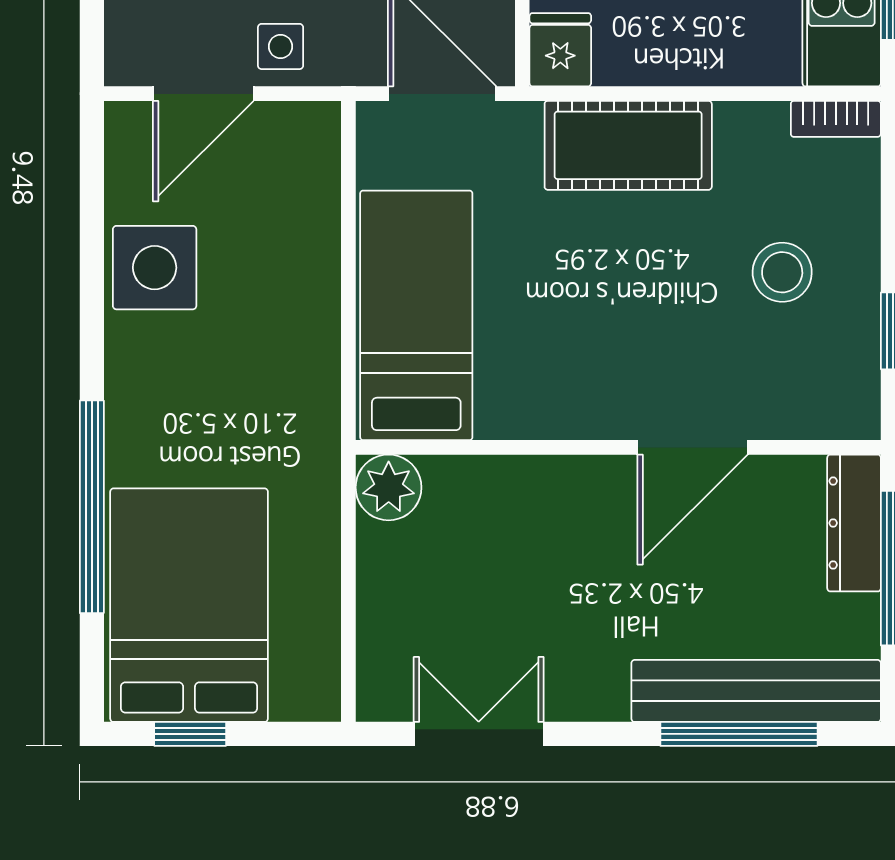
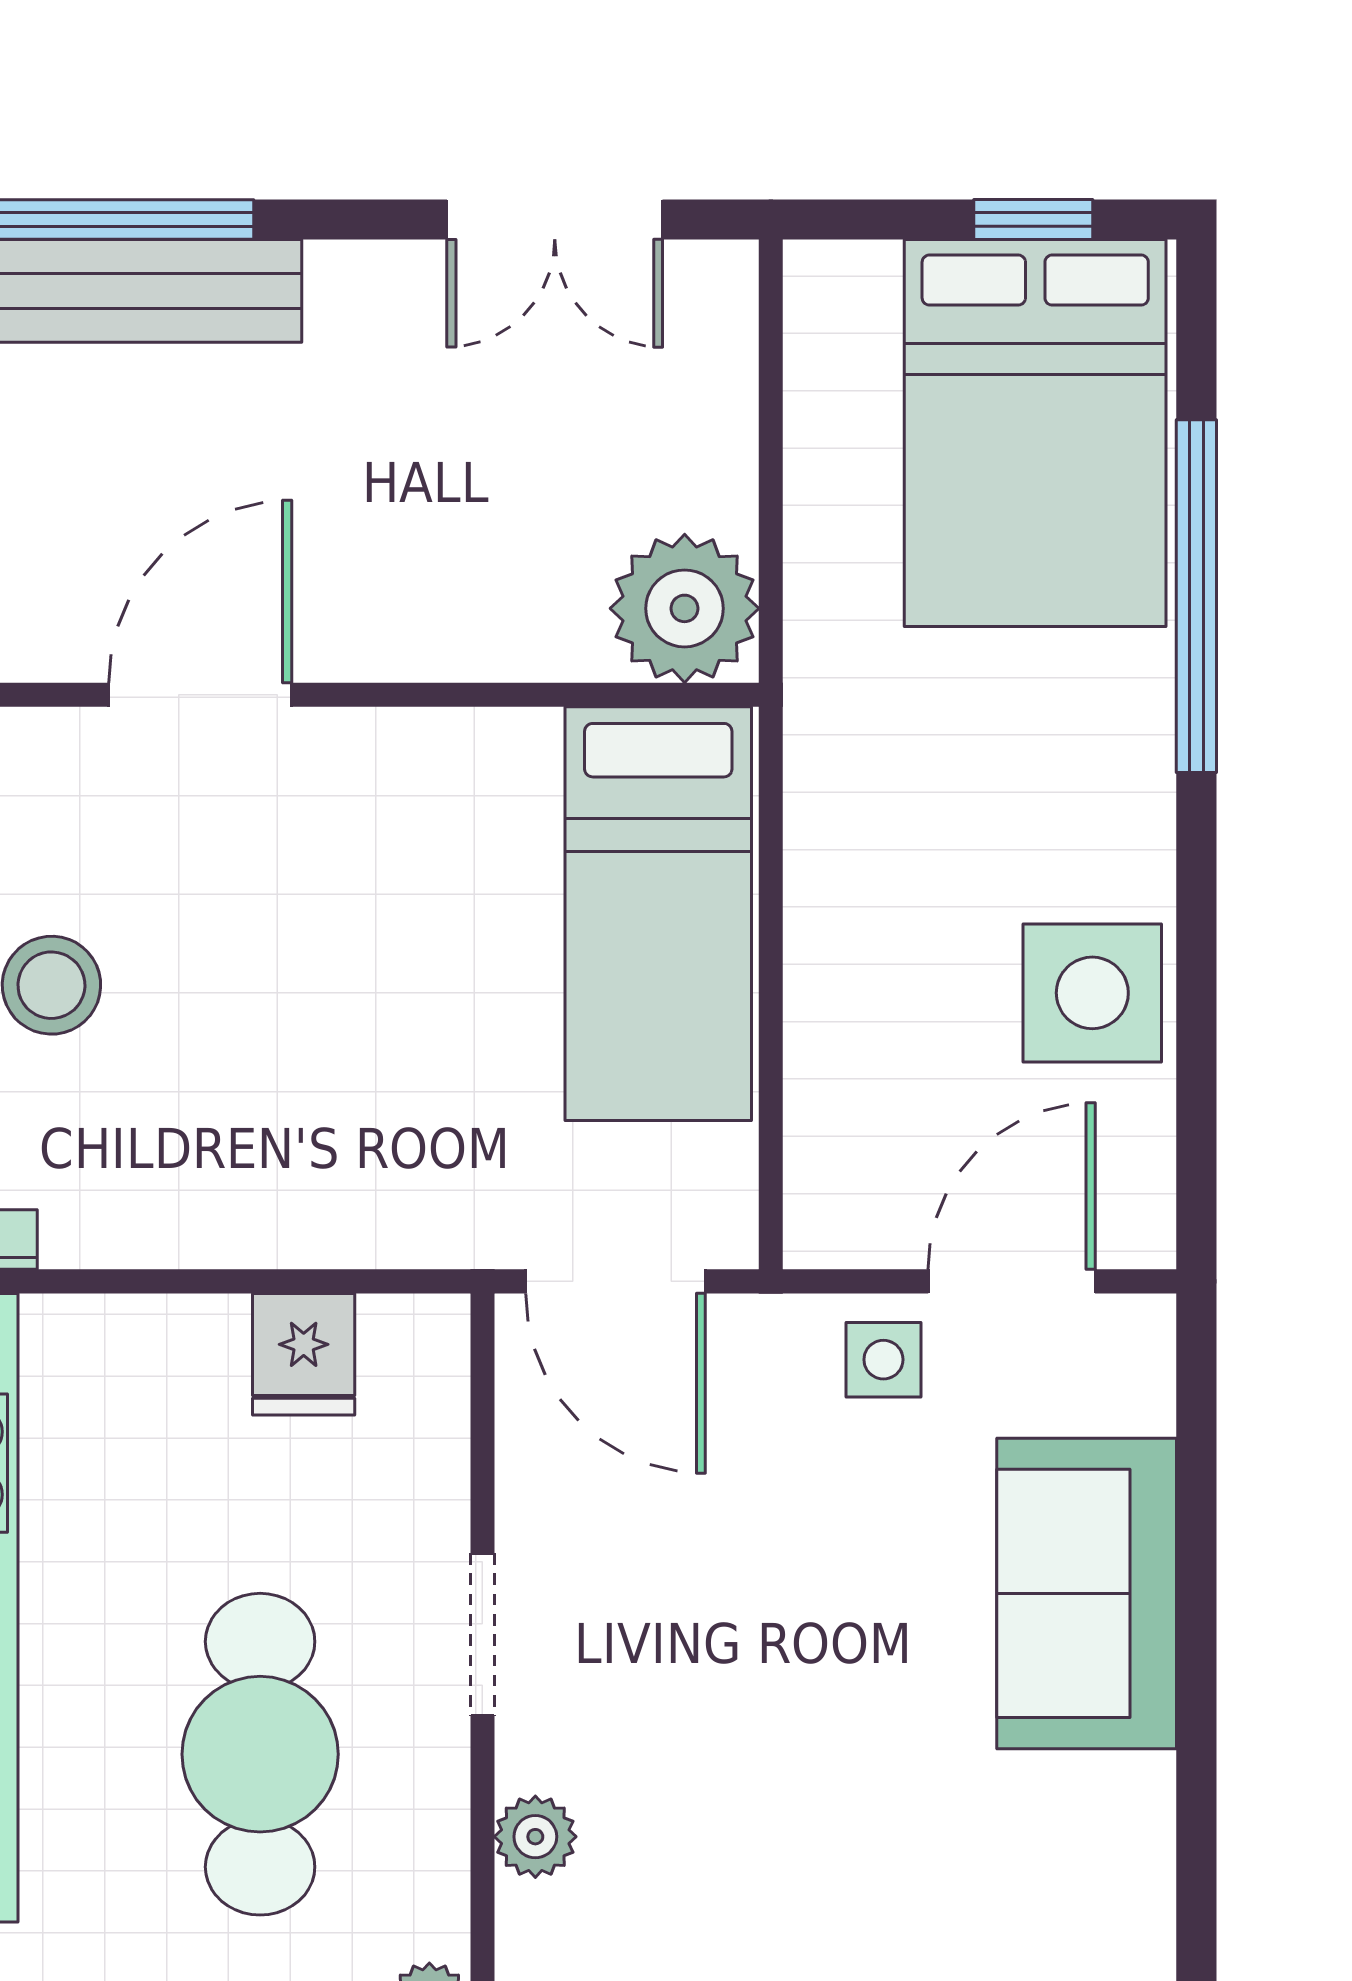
fridge: (560, 50) -> (304, 1354), moved
cot: (628, 145) -> (307, 1196), removed
plant: (389, 487) -> (685, 608), width x1.36, depth x1.36

